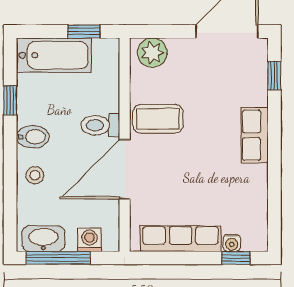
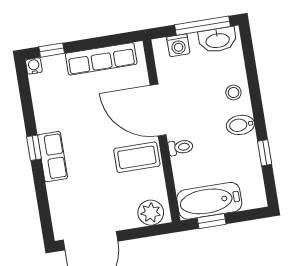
bathtub: (54, 55) -> (209, 201), moved
window: (274, 76) -> (34, 148), moved
toilet: (100, 125) -> (181, 147), width x0.73, depth x0.72
door: (125, 169) -> (158, 110), swing flipped
water cooler: (232, 243) -> (34, 66), moved

